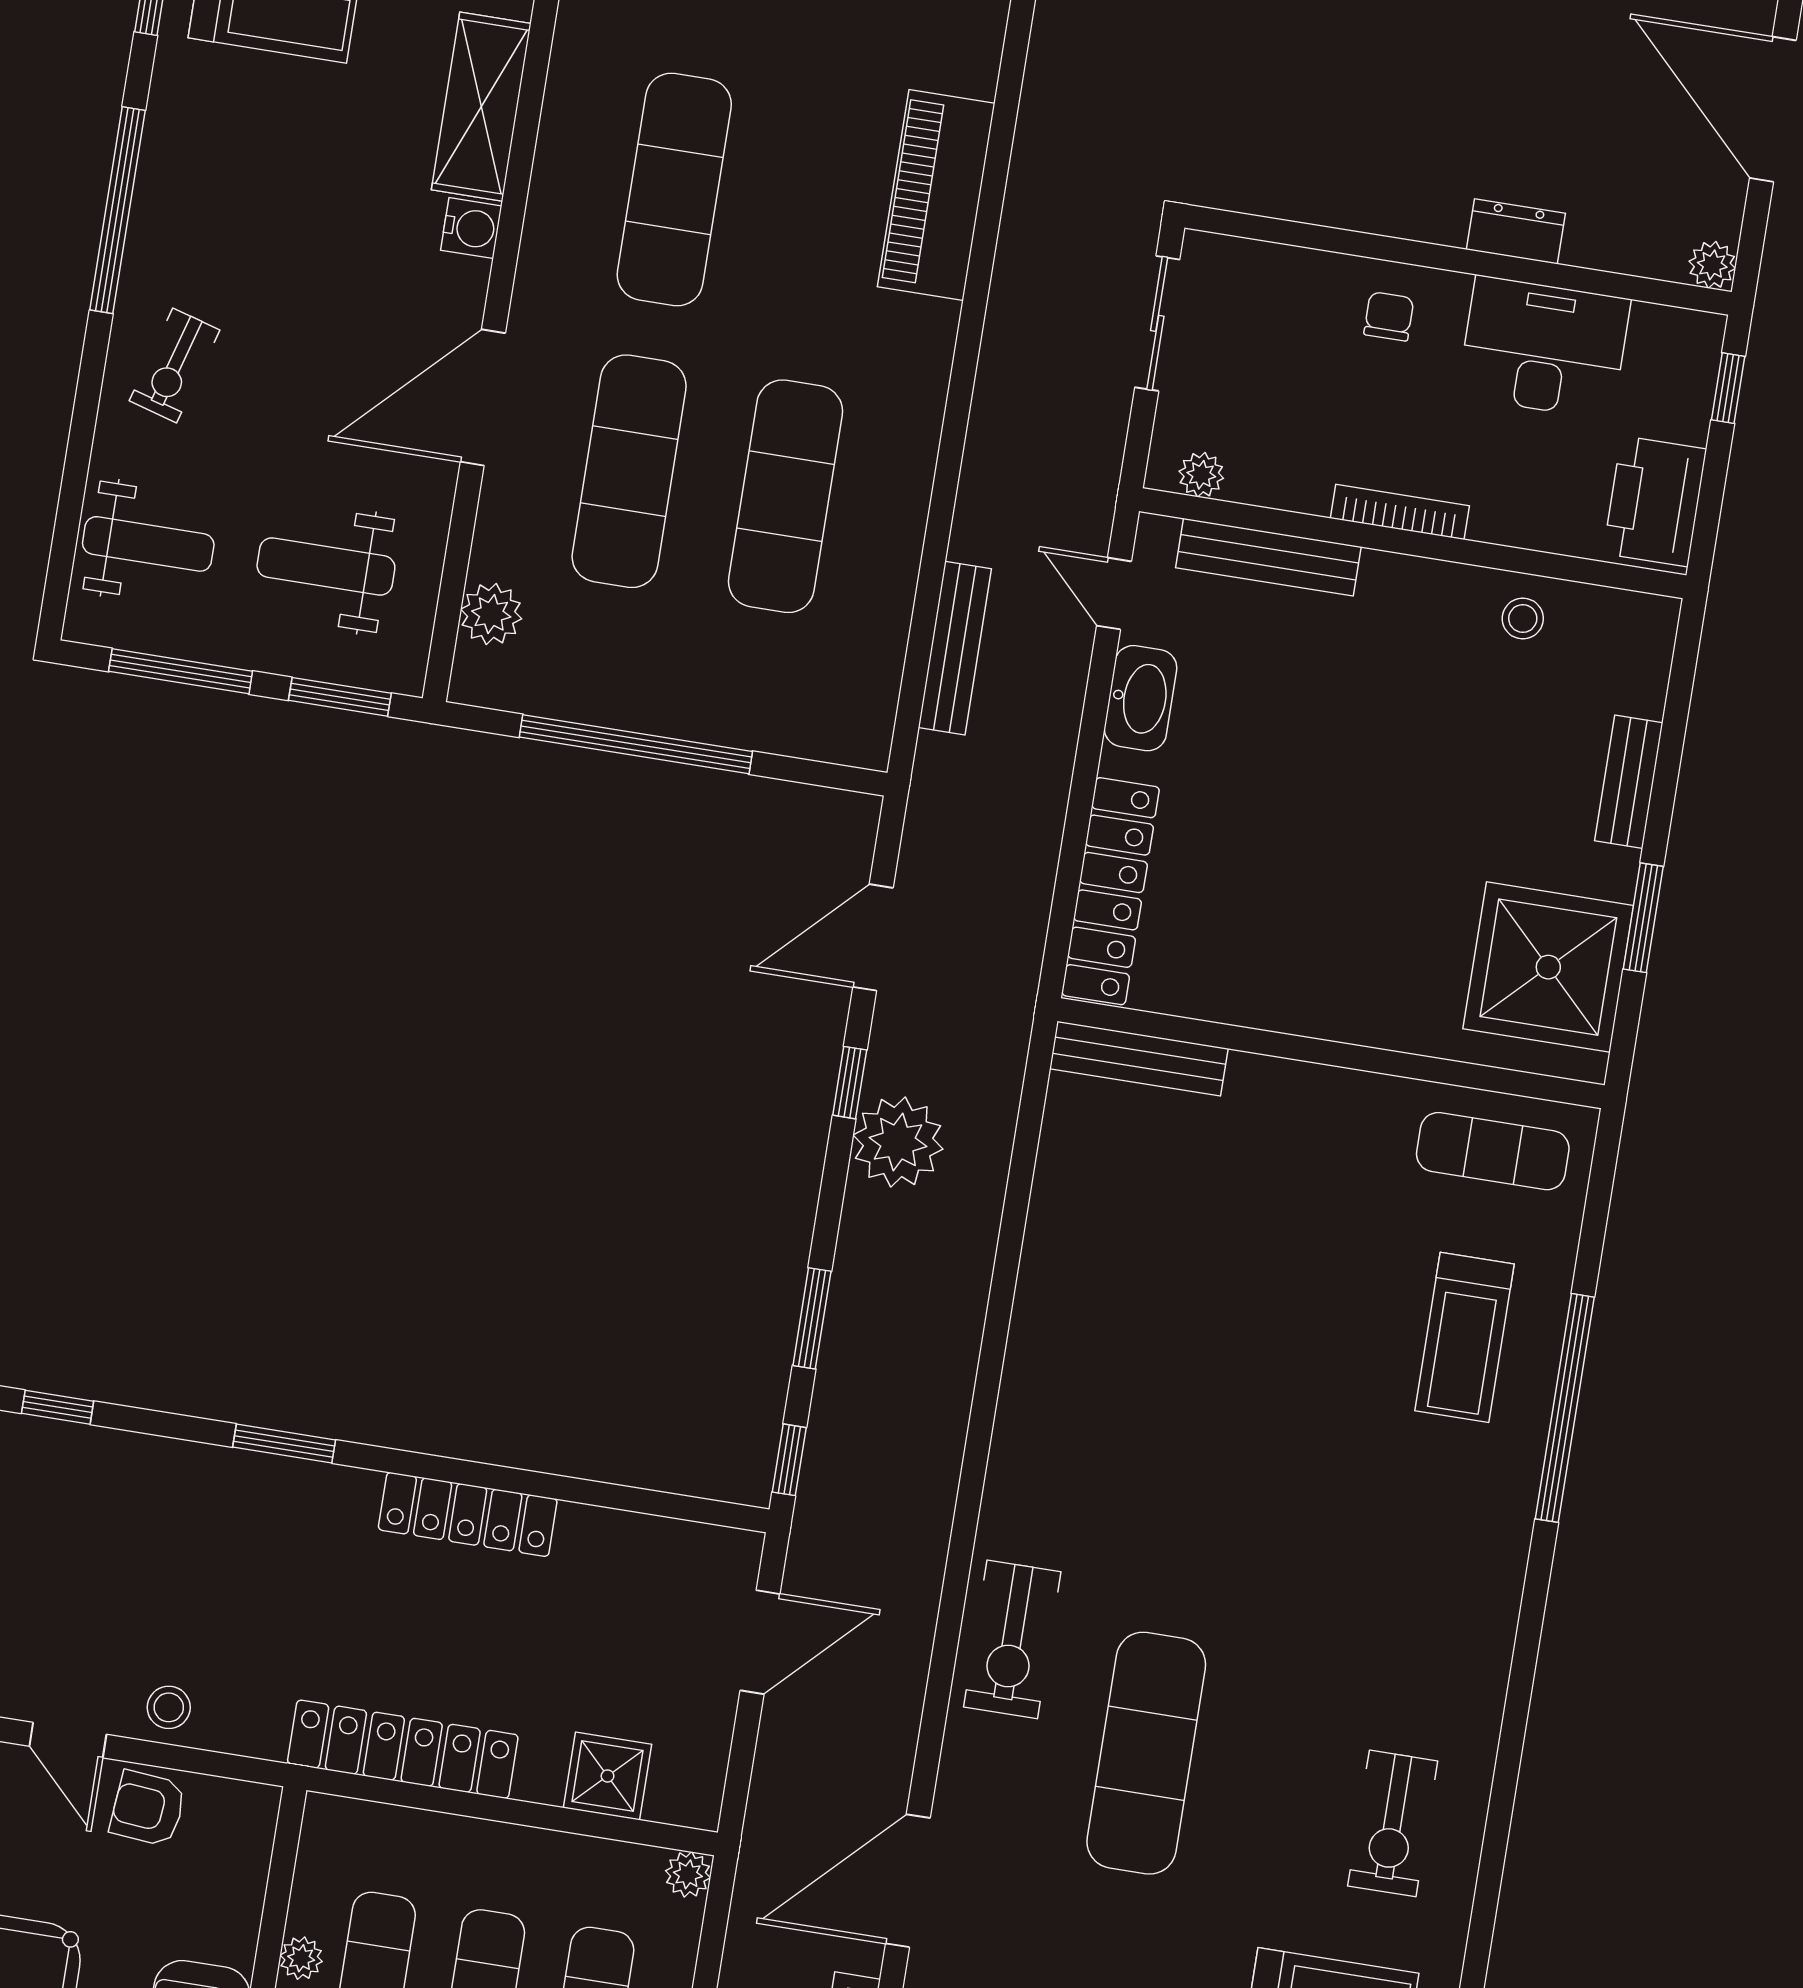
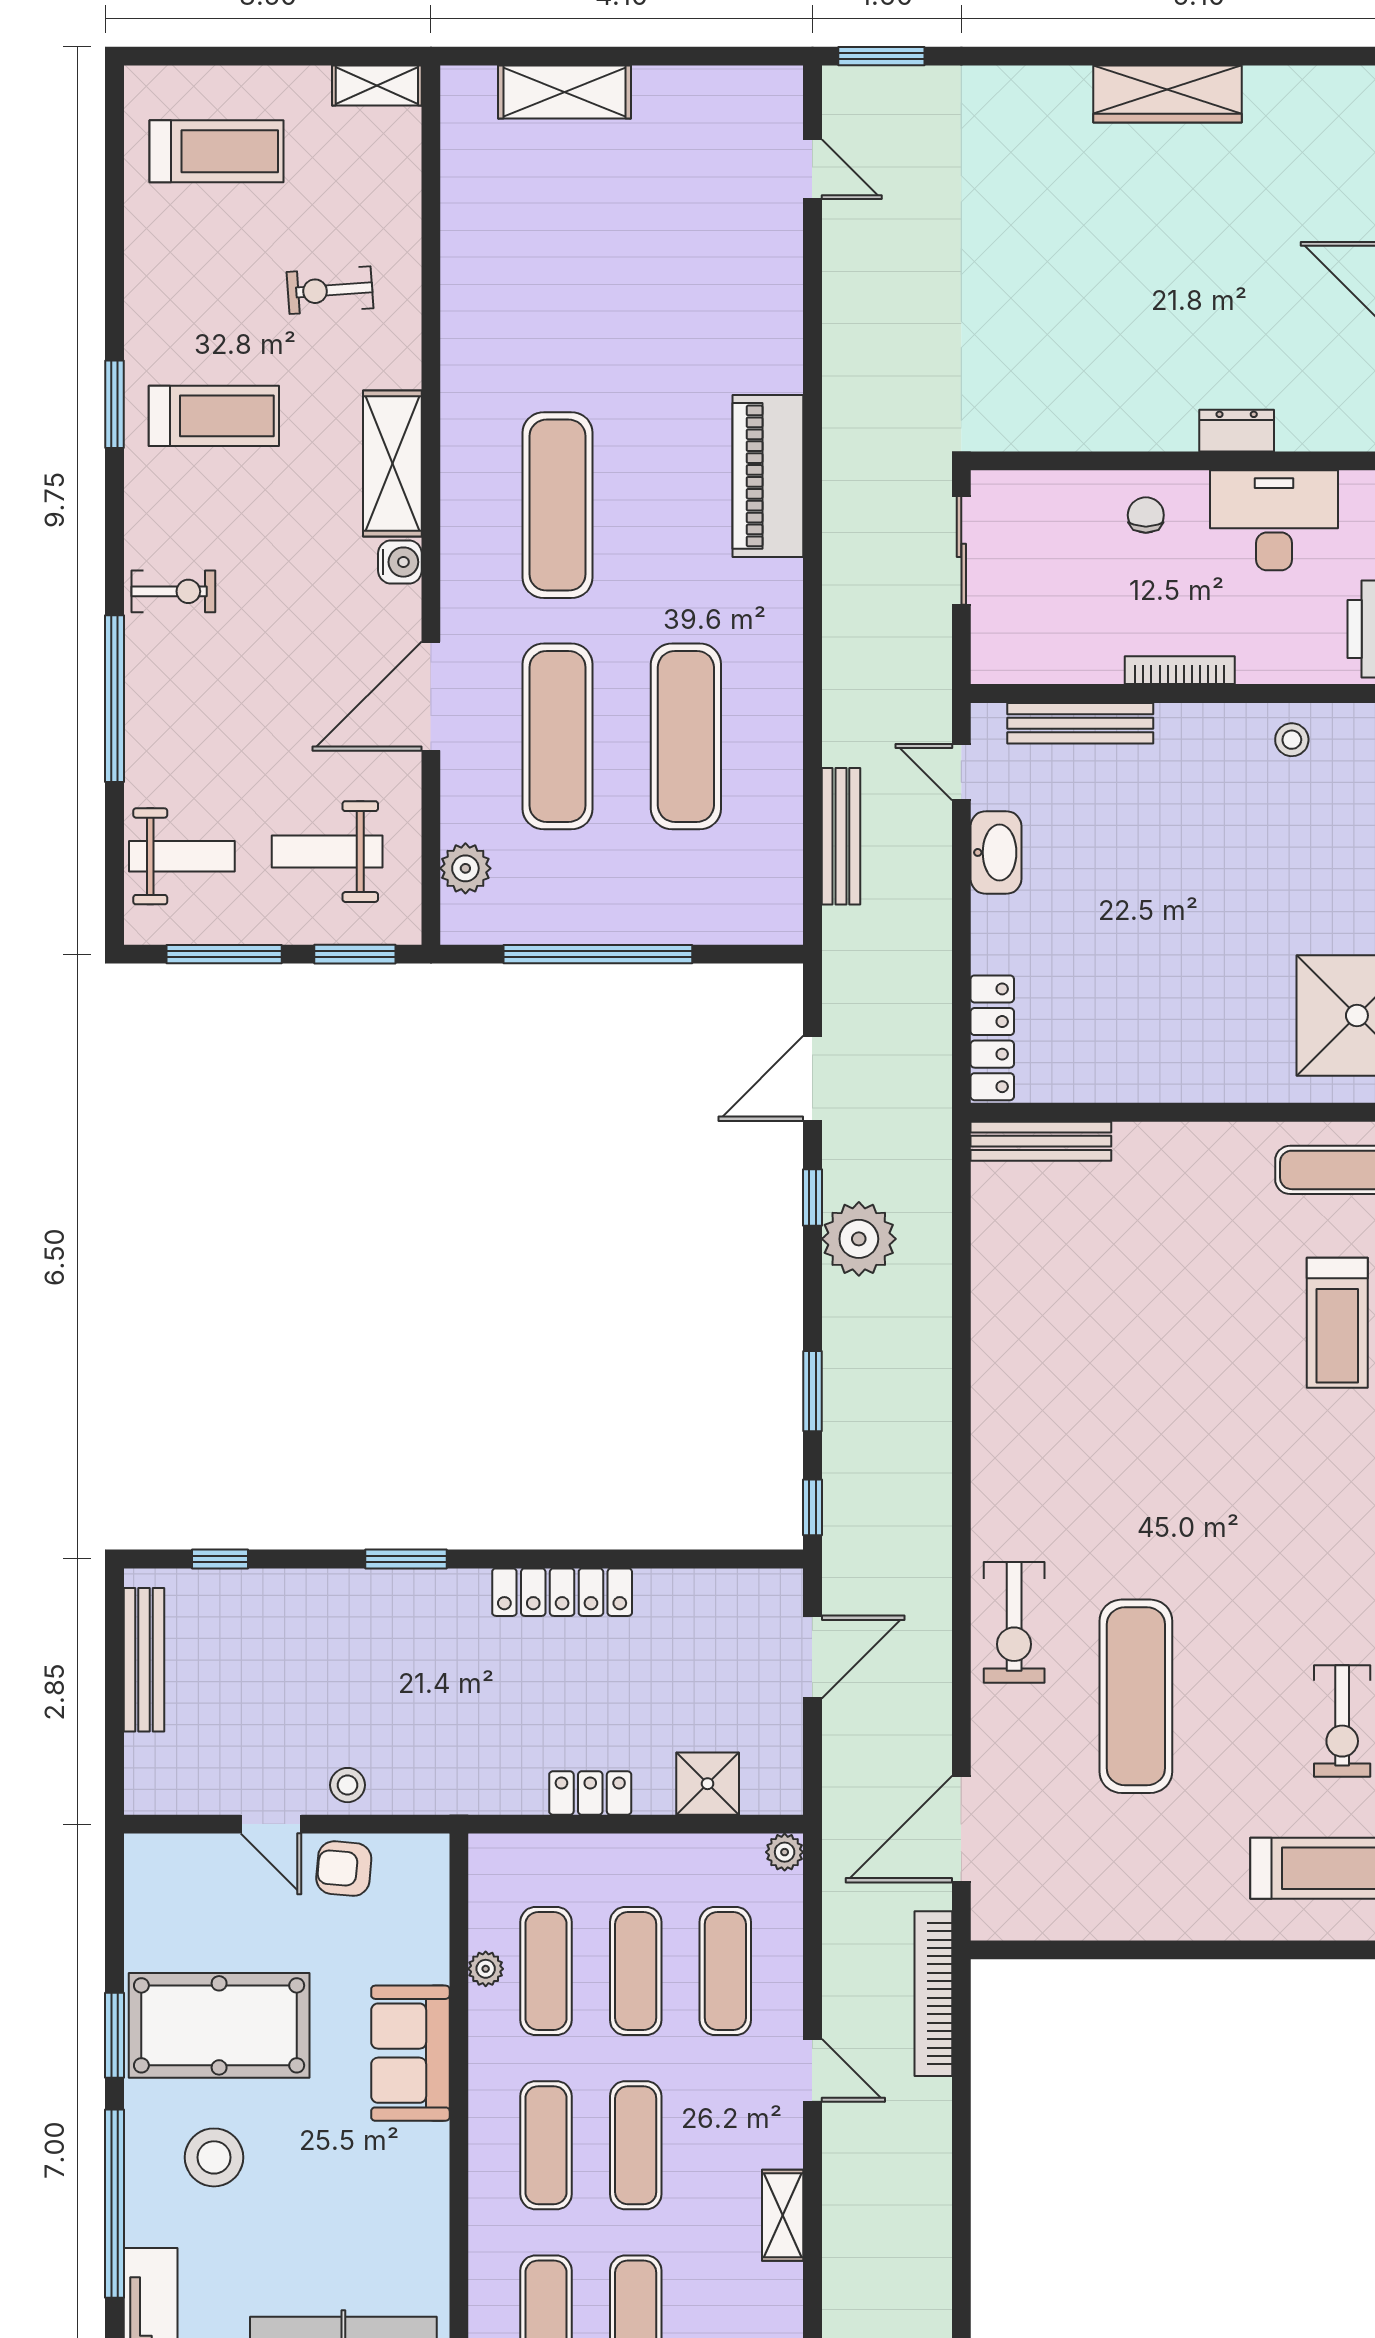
window: (118, 210) -> (115, 699), moved
exercise bike: (175, 365) -> (173, 591), moved, turned -106
plant: (1201, 475) -> (1016, 666), removed
locker: (1111, 891) -> (992, 1038), width x0.71, depth x0.83
locker: (403, 1749) -> (590, 1793), width x0.46, depth x0.83

